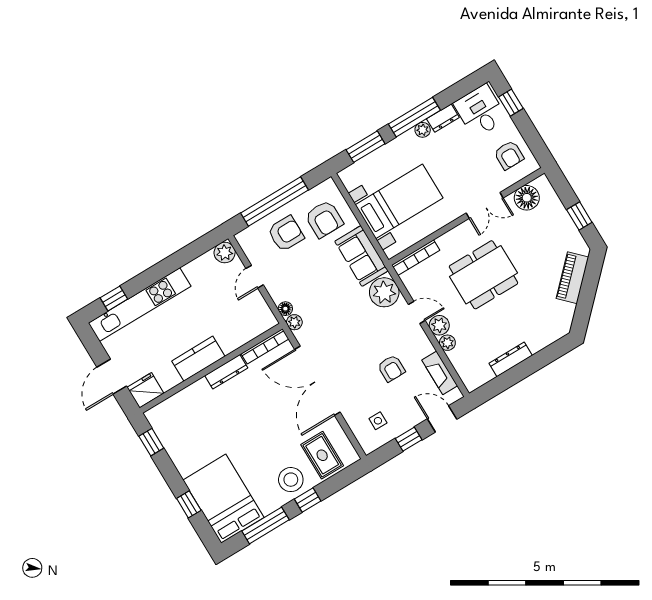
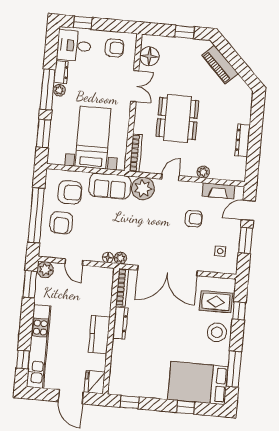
armchair: (286, 234) -> (61, 223), turned 180
window: (198, 248) -> (30, 284), added
plant: (439, 325) -> (189, 169), removed
window: (409, 439) -> (246, 240), width x1.50
window: (308, 500) -> (239, 311), moved

